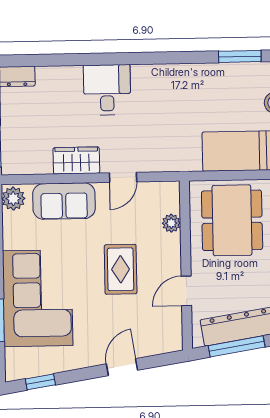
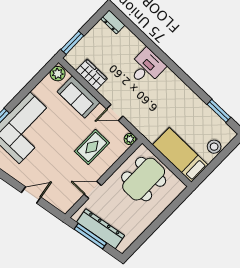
wardrobe: (76, 160) -> (91, 75), moved
plant: (171, 223) -> (130, 139), moved
rug: (121, 269) -> (92, 147), moved

